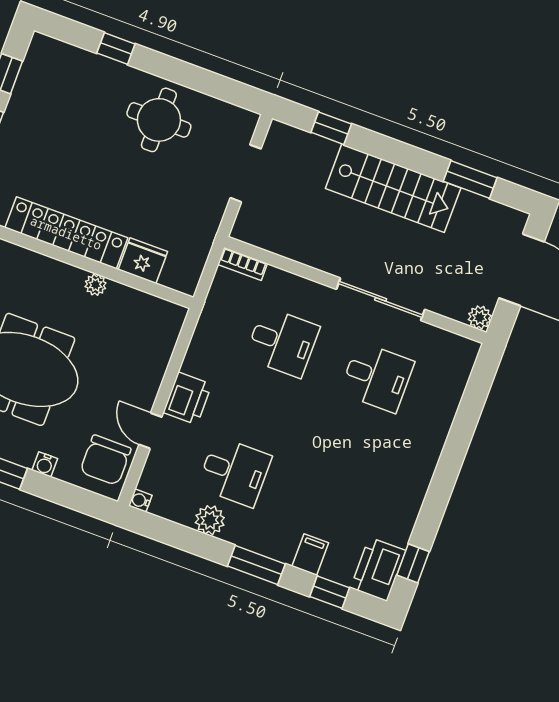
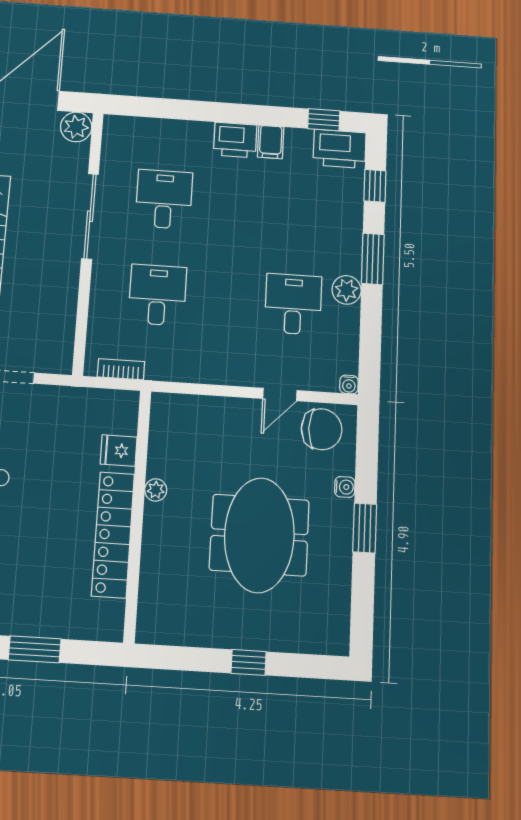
fridge: (143, 261) -> (119, 451), width x0.72
bookcase: (243, 264) -> (121, 369), moved, turned -90
plant: (480, 318) -> (76, 127), width x1.38, depth x1.38
printer: (187, 398) -> (235, 140), moved, turned 180
plant: (210, 520) -> (347, 290), moved
filing cabinet: (310, 555) -> (271, 142), moved, turned -90

